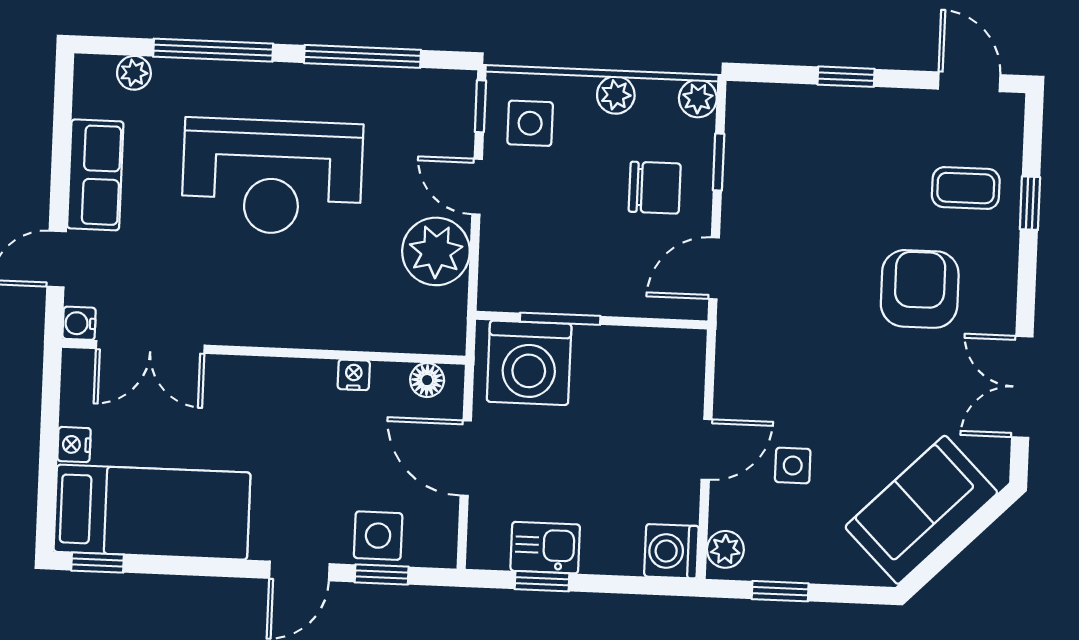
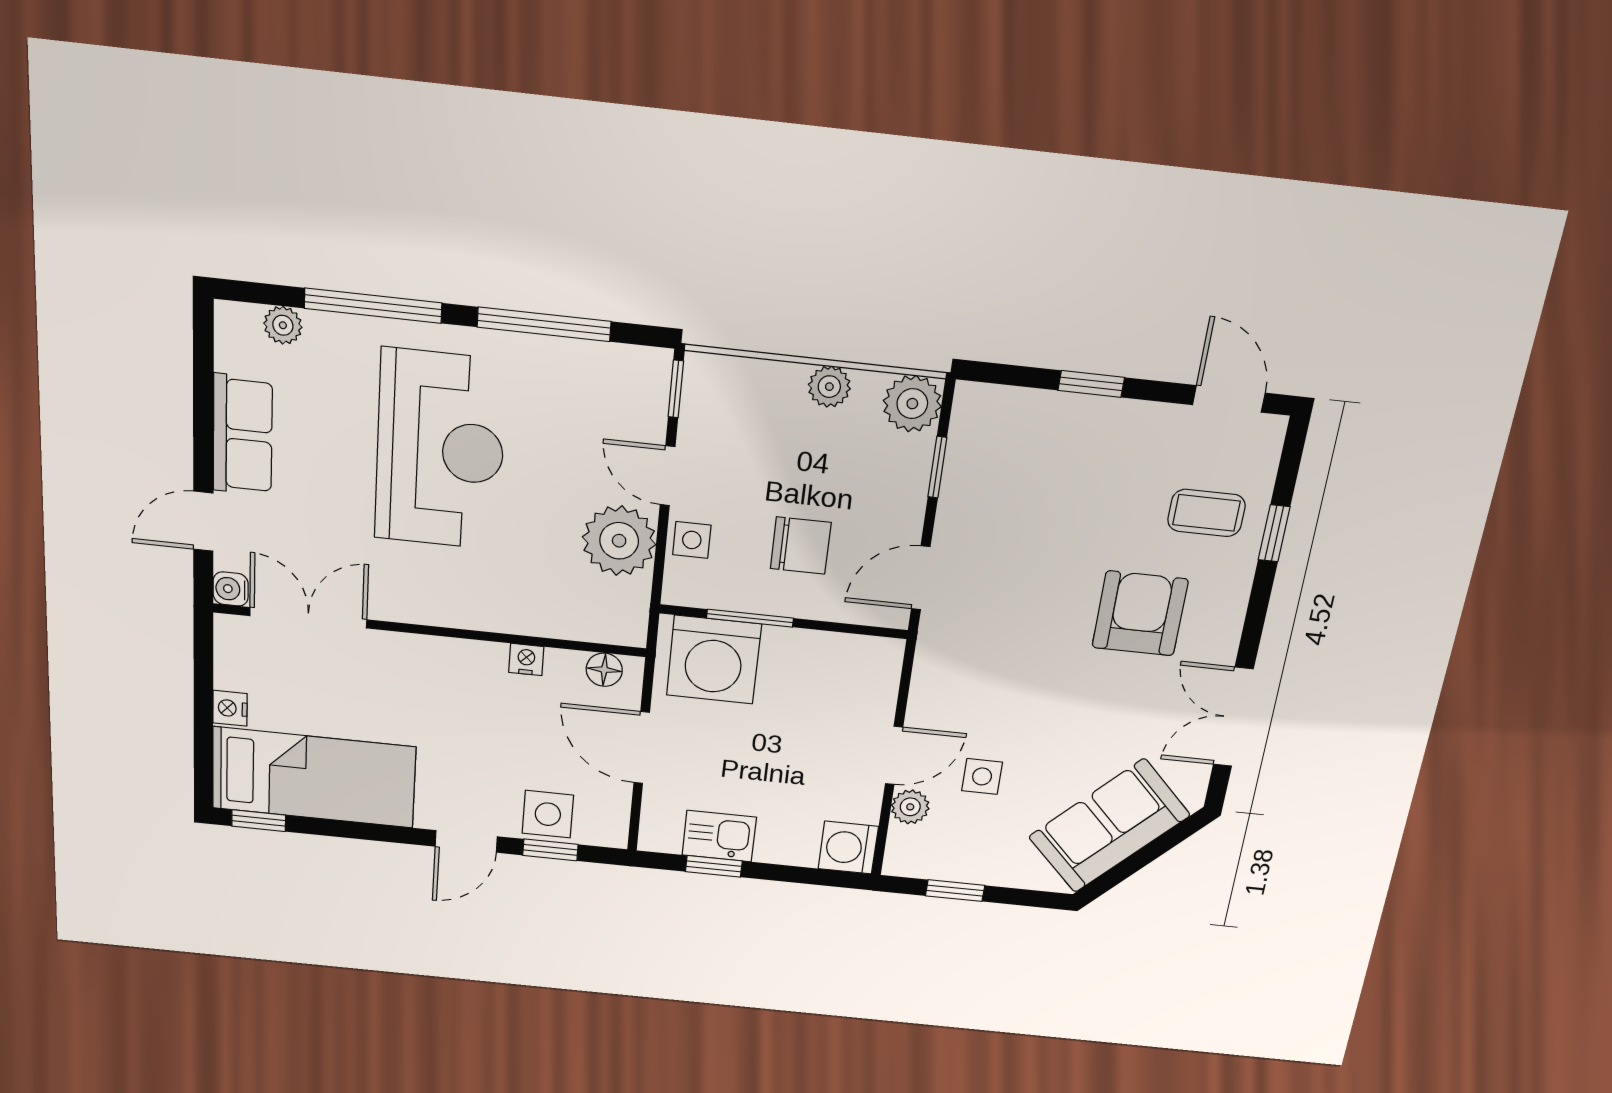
plant: (698, 98) -> (912, 404), width x1.38, depth x1.38
side table: (530, 123) -> (692, 540), moved, width x0.73, depth x0.73
reception desk: (272, 177) -> (440, 450), turned -90
chair: (655, 188) -> (801, 546), moved
double door: (150, 347) -> (308, 618), swing flipped
plant: (725, 549) -> (910, 807), moved

